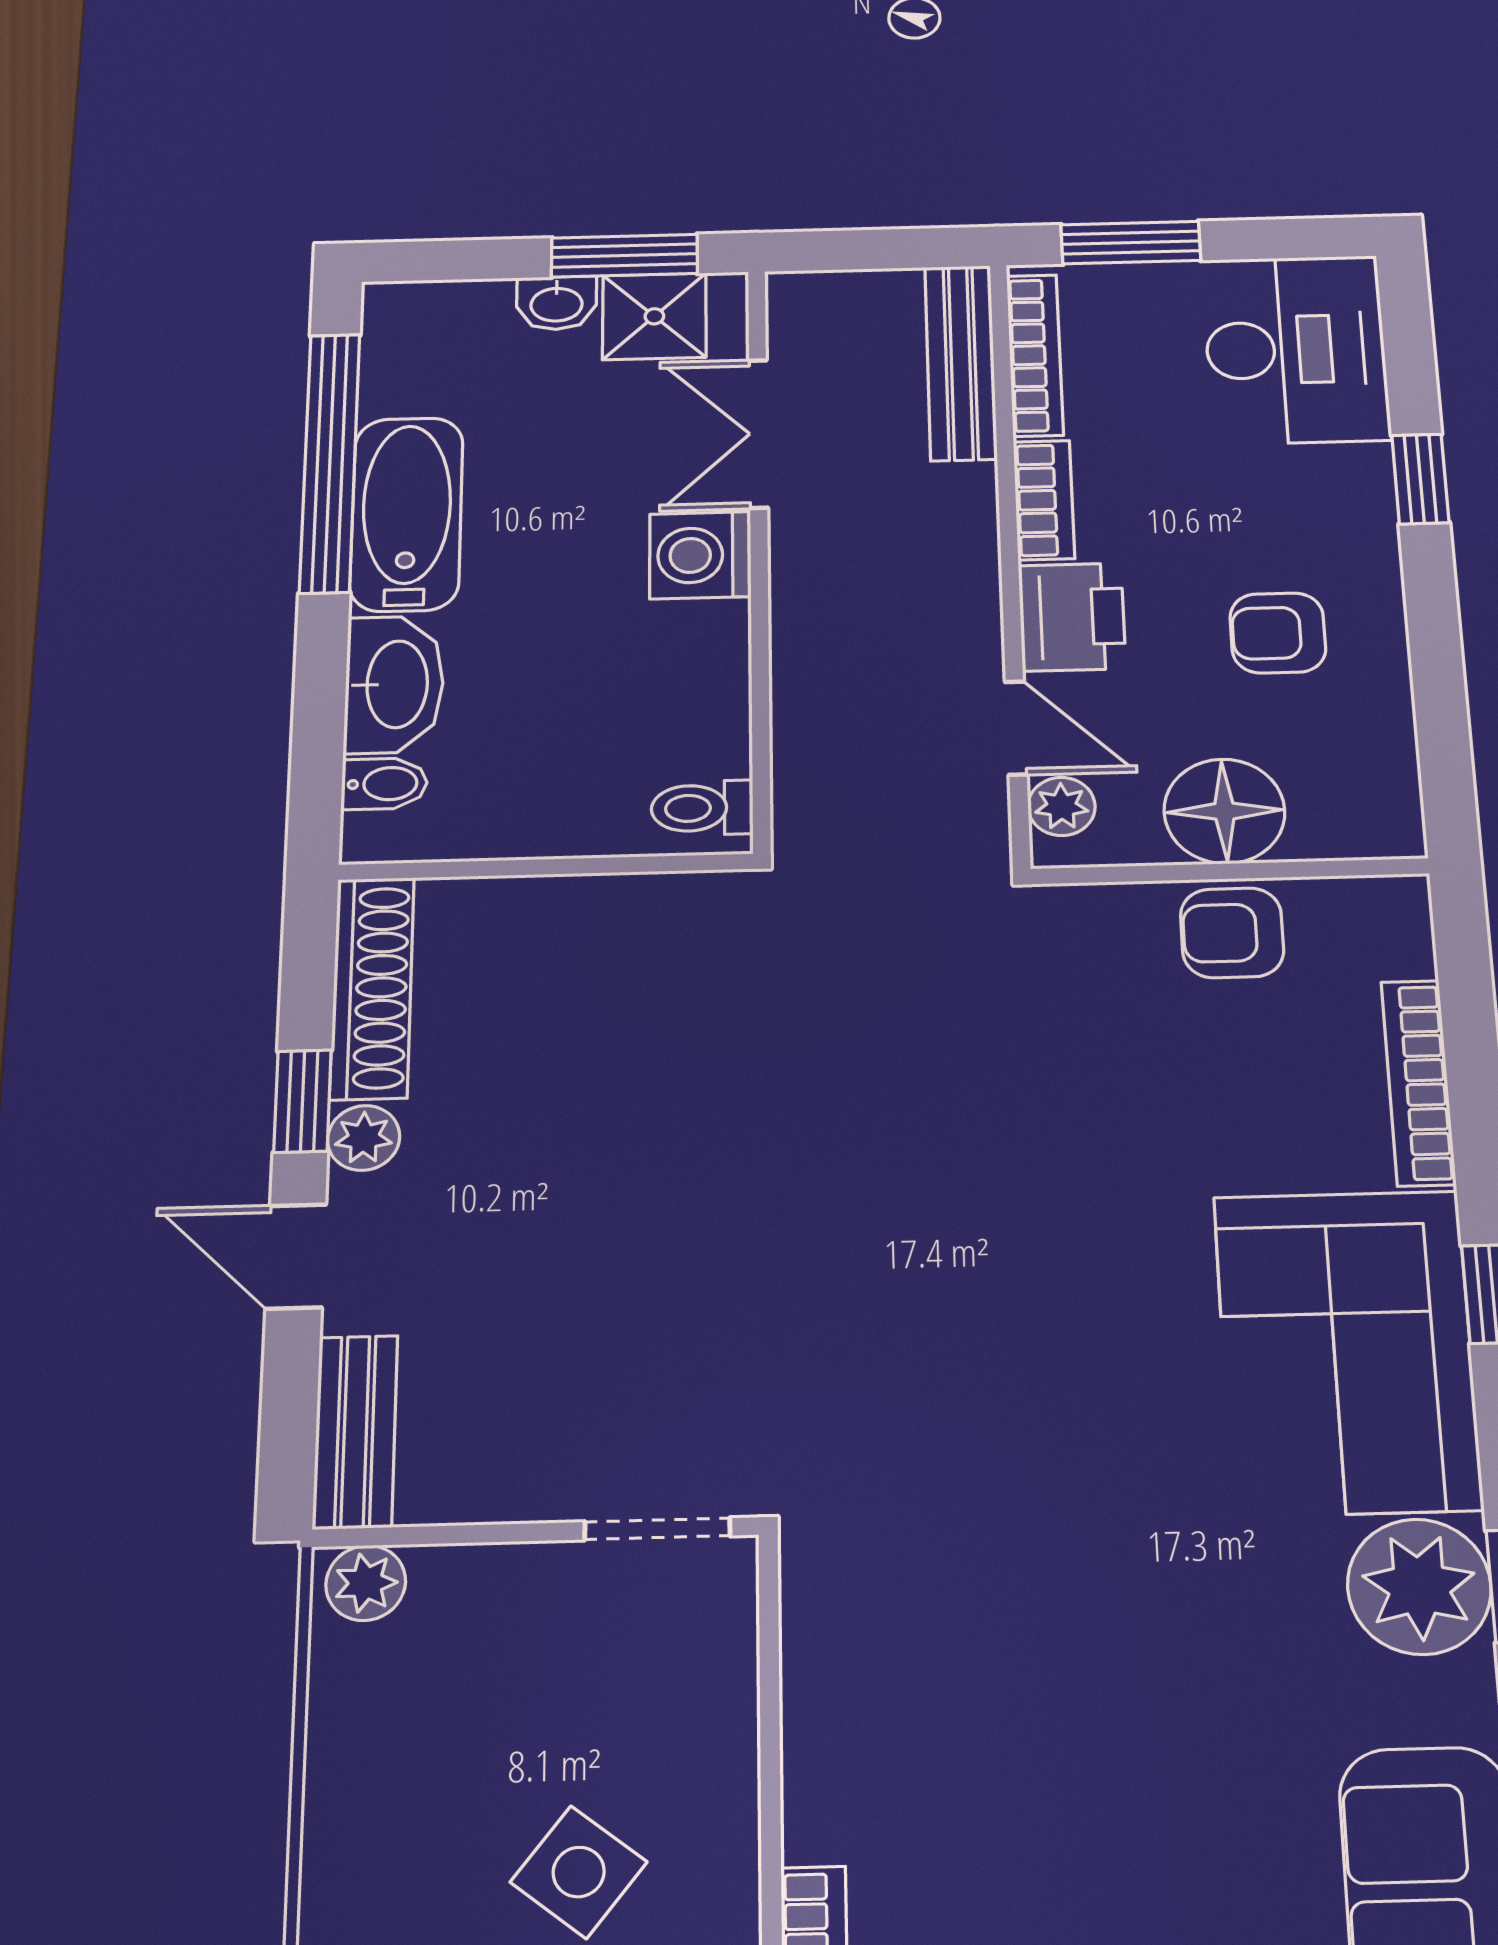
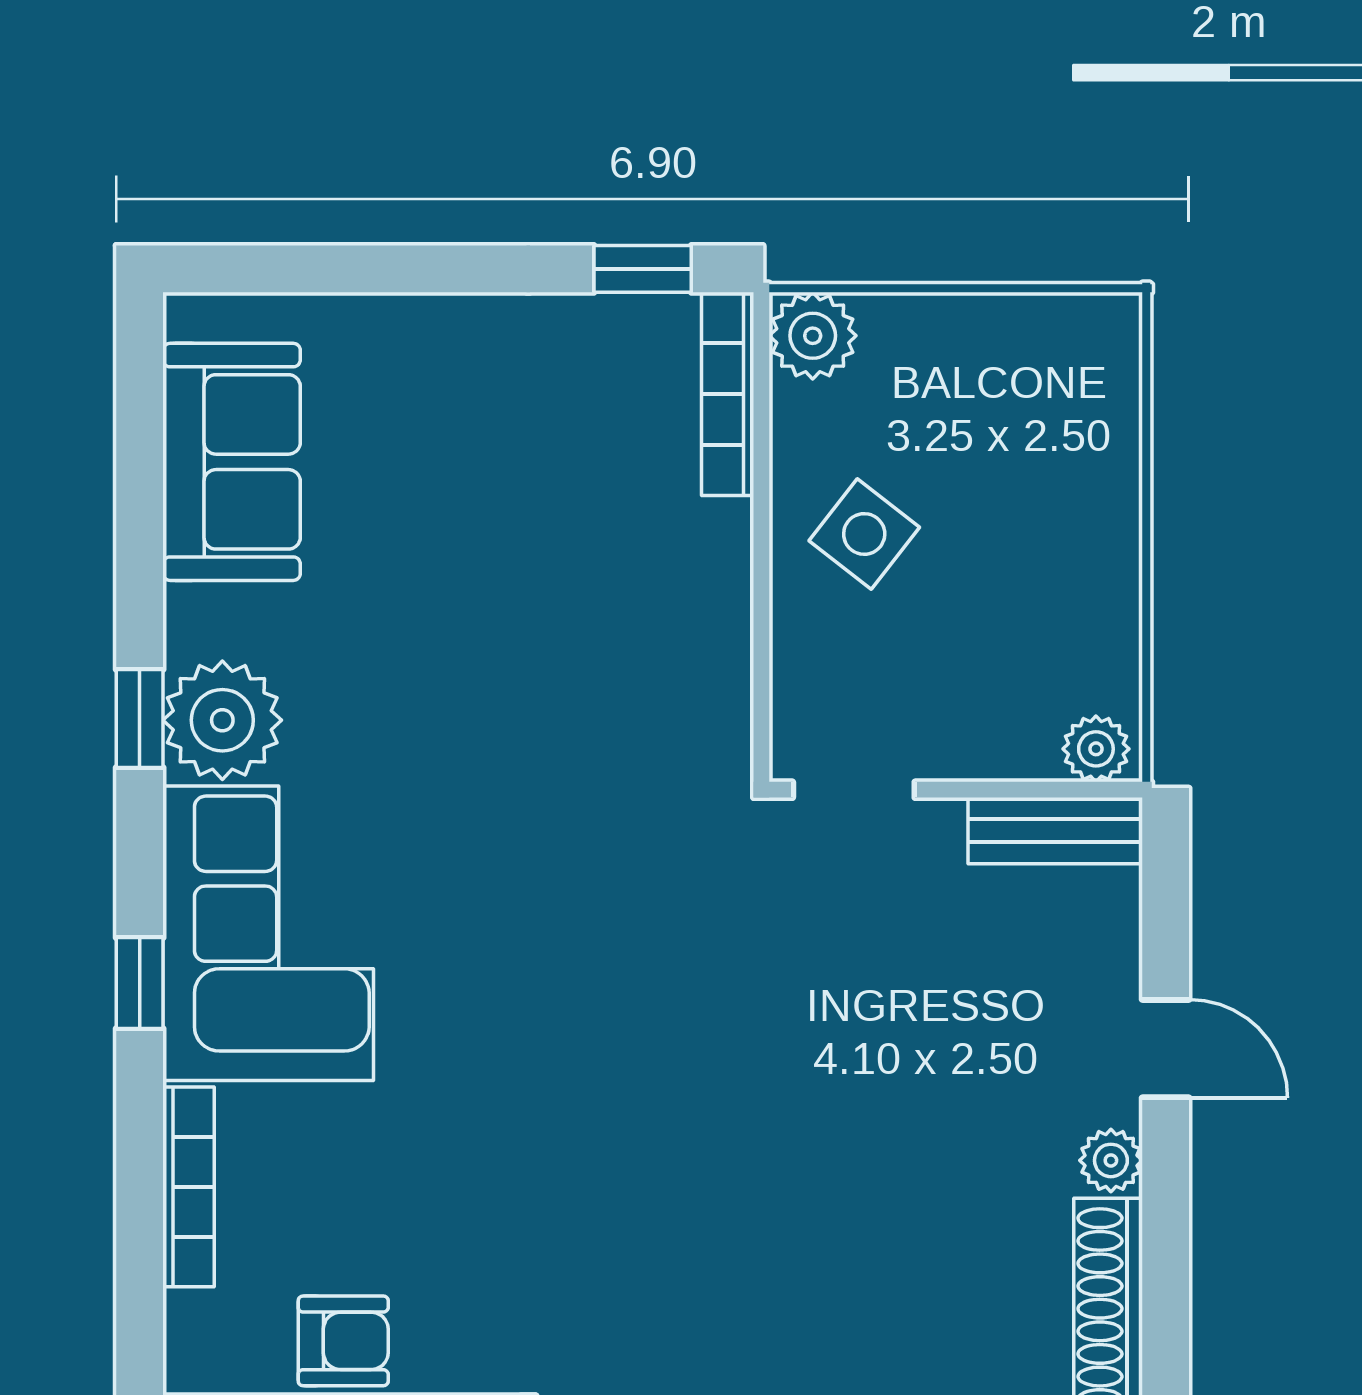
window: (302, 1101) -> (1166, 1198), removed
bench: (355, 1432) -> (1055, 831), moved, turned 90
side table: (579, 1872) -> (864, 534), moved

